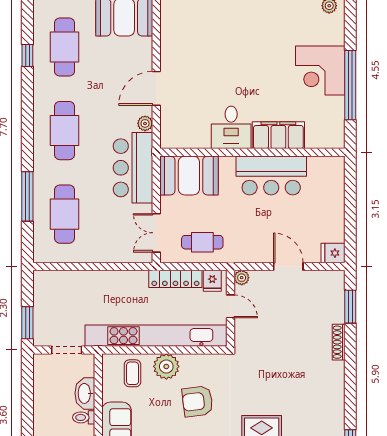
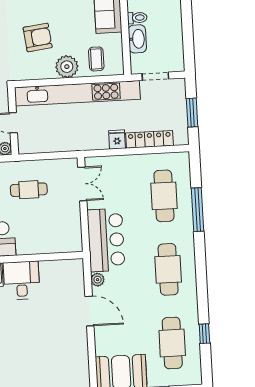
door: (156, 88) -> (89, 311), hinge flipped
booth: (189, 175) -> (56, 236), removed
cafe table: (202, 242) -> (29, 190), moved
locker: (175, 279) -> (150, 139), moved
fridge: (212, 281) -> (117, 140), moved
window: (27, 323) -> (192, 113), moved

